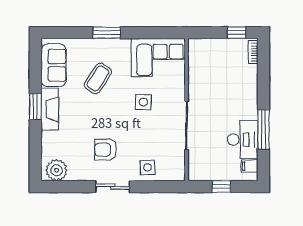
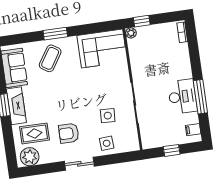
window: (236, 33) -> (142, 21), moved
plant: (194, 44) -> (131, 33), added
coffee table: (98, 78) -> (50, 58), moved
side table: (143, 102) -> (108, 116), moved
desk: (243, 140) -> (182, 97), moved
rug: (66, 144) -> (35, 133), added

